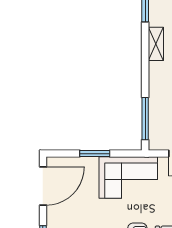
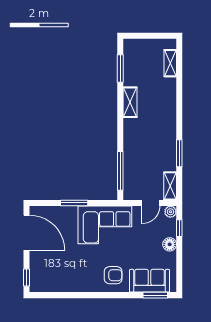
door: (43, 186) -> (27, 233), hinge flipped

